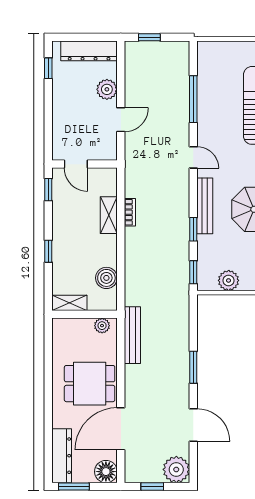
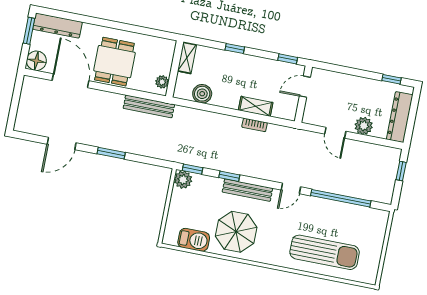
window: (193, 99) -> (341, 198), width x1.46
plant: (229, 280) -> (183, 180), moved
plant: (176, 469) -> (26, 121), removed
window: (152, 486) -> (16, 98), removed

